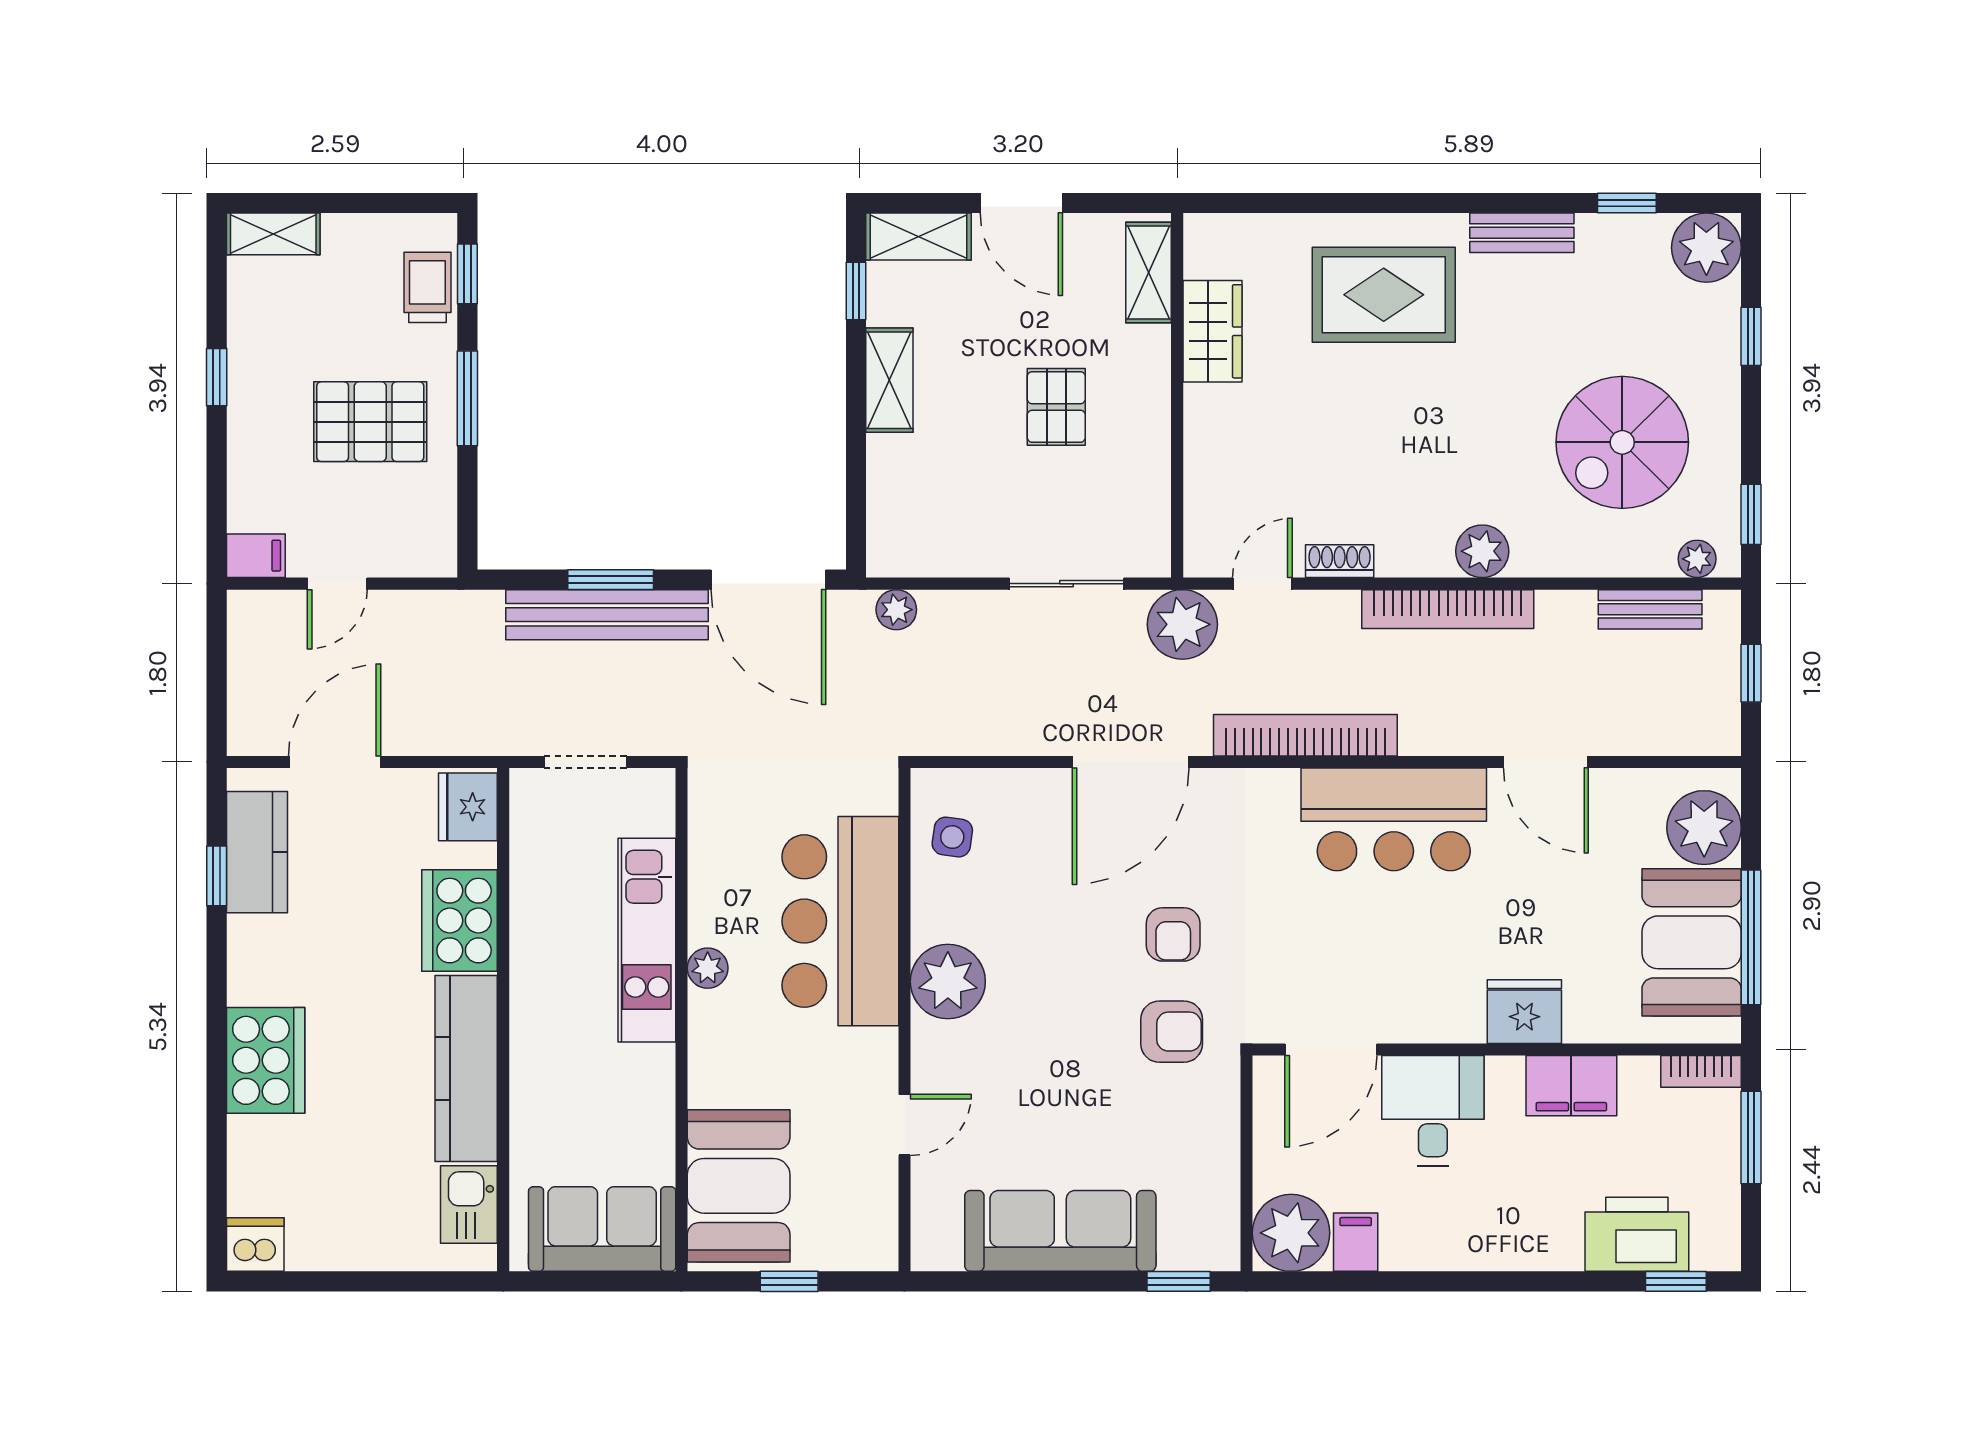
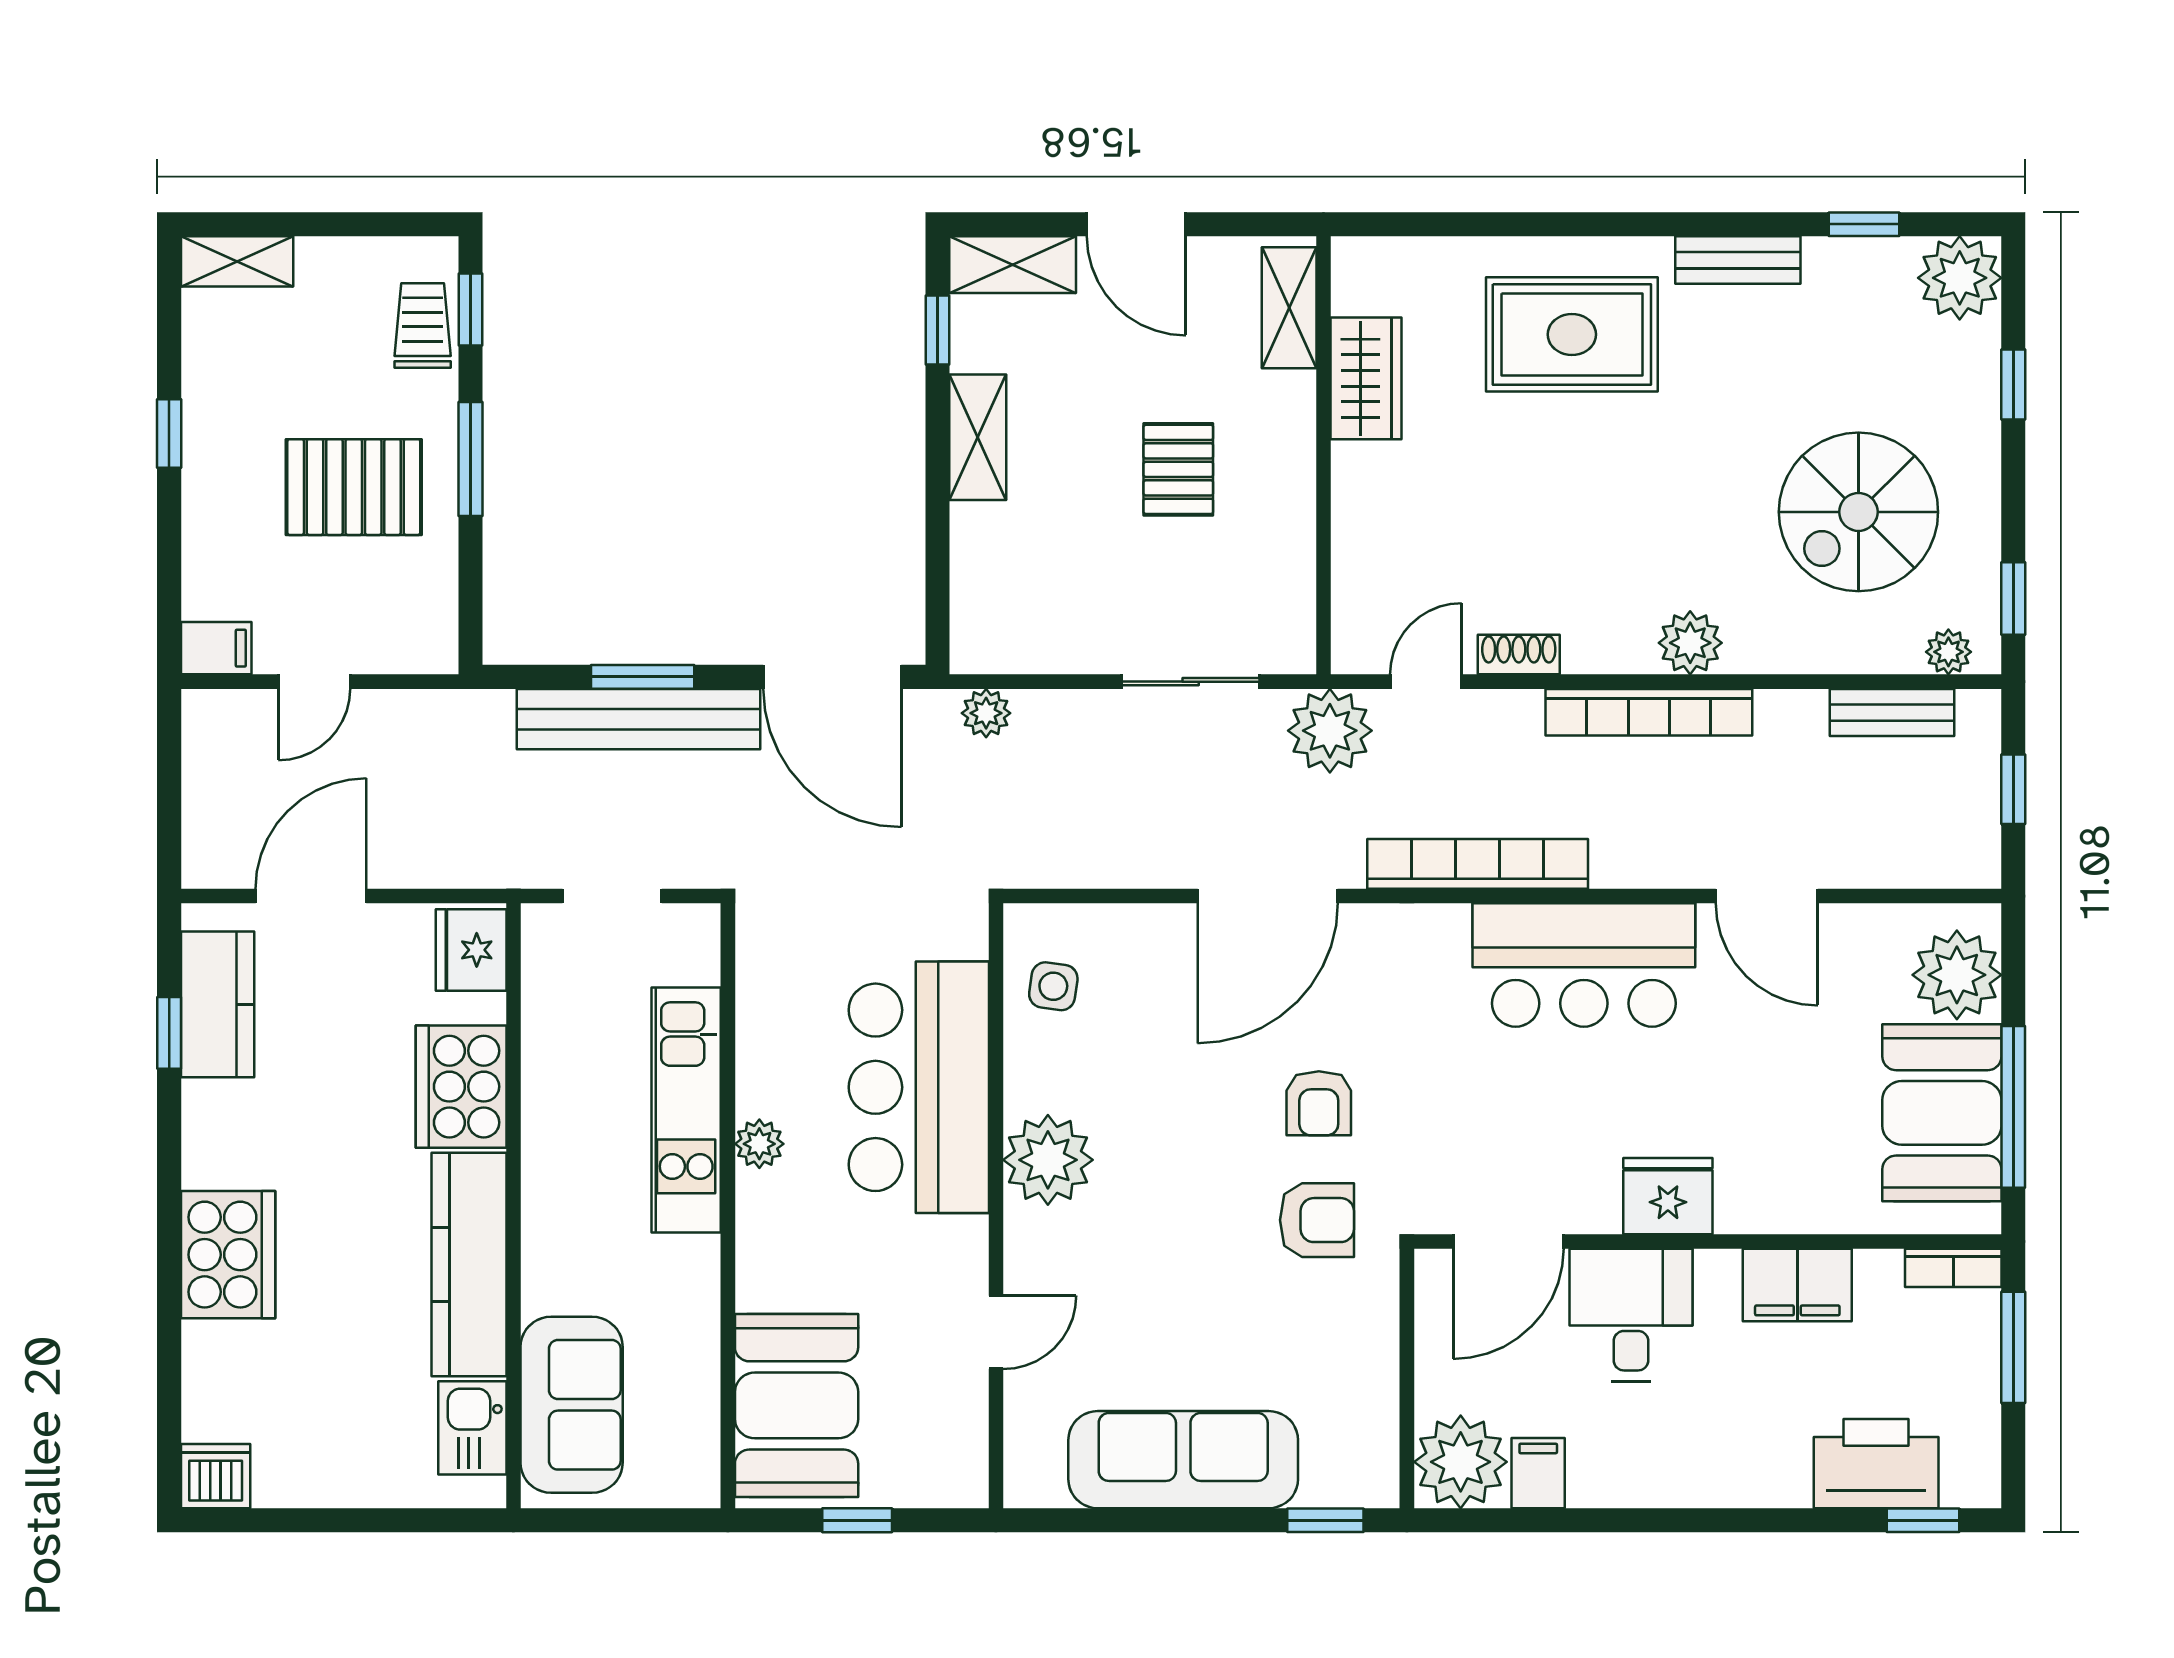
fridge: (1524, 1012) -> (1668, 1196), moved
sofa: (602, 1229) -> (572, 1405), moved, turned 90

